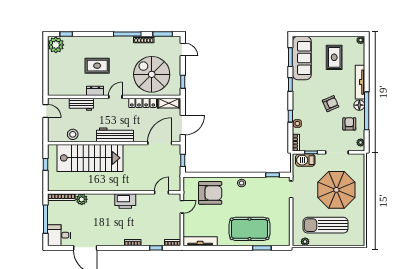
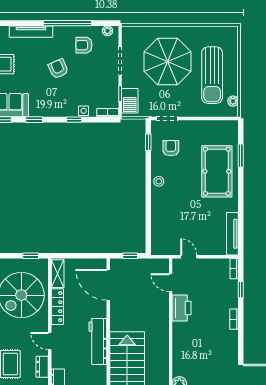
floor lamp: (359, 105) -> (60, 32), removed
door: (183, 125) -> (85, 256), removed
armchair: (210, 193) -> (171, 148), moved, width x0.53, depth x0.53
printer: (125, 201) -> (182, 308), moved

